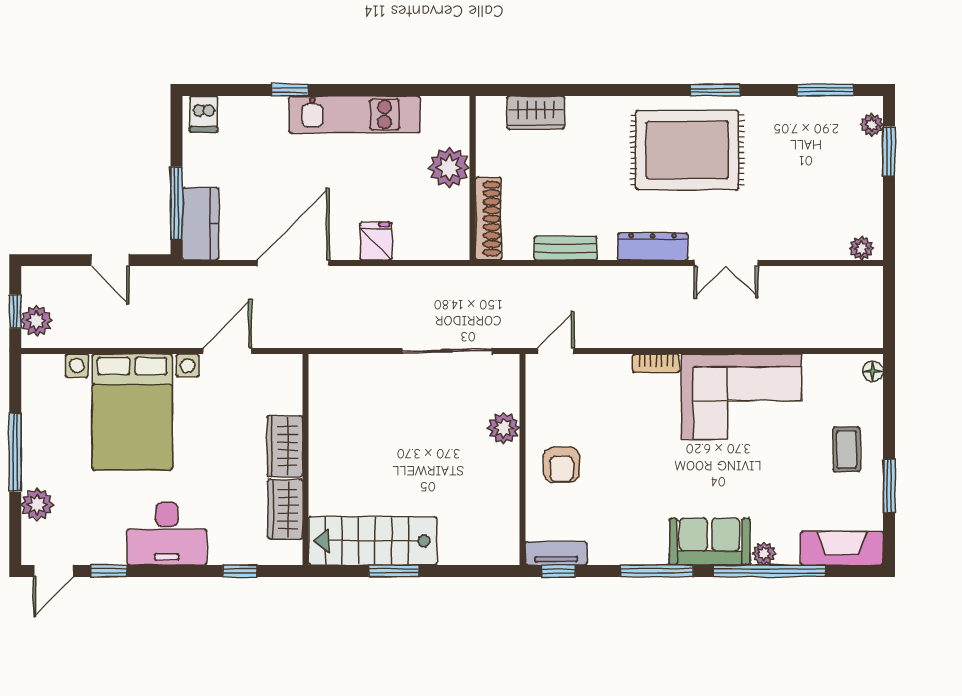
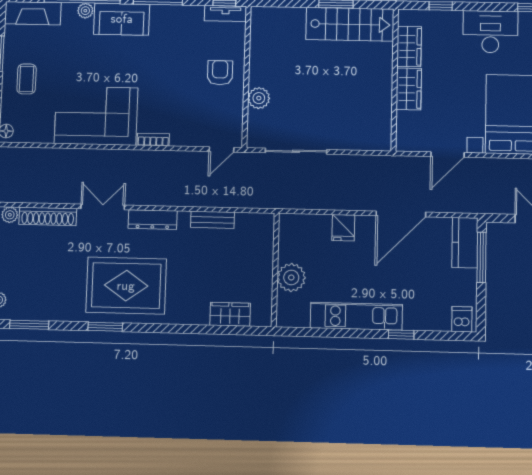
shoe rack: (488, 219) -> (48, 216), moved, turned -90

